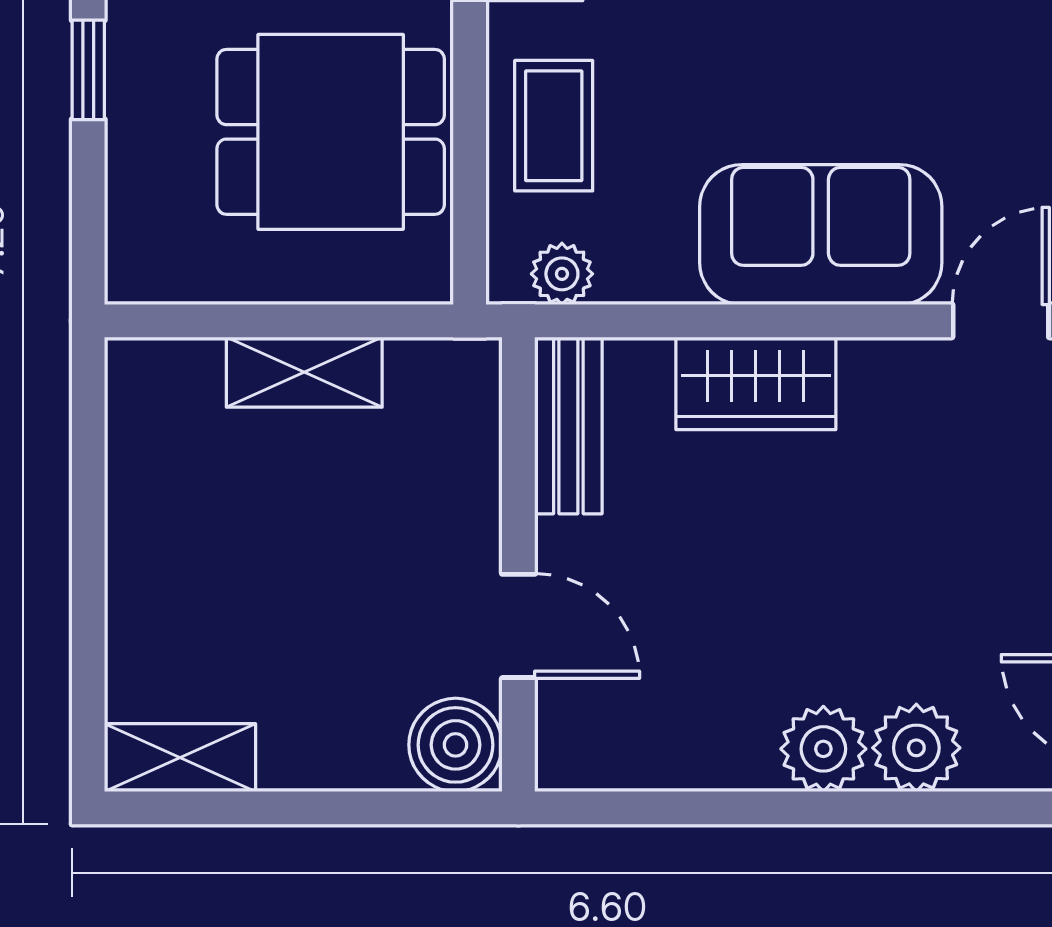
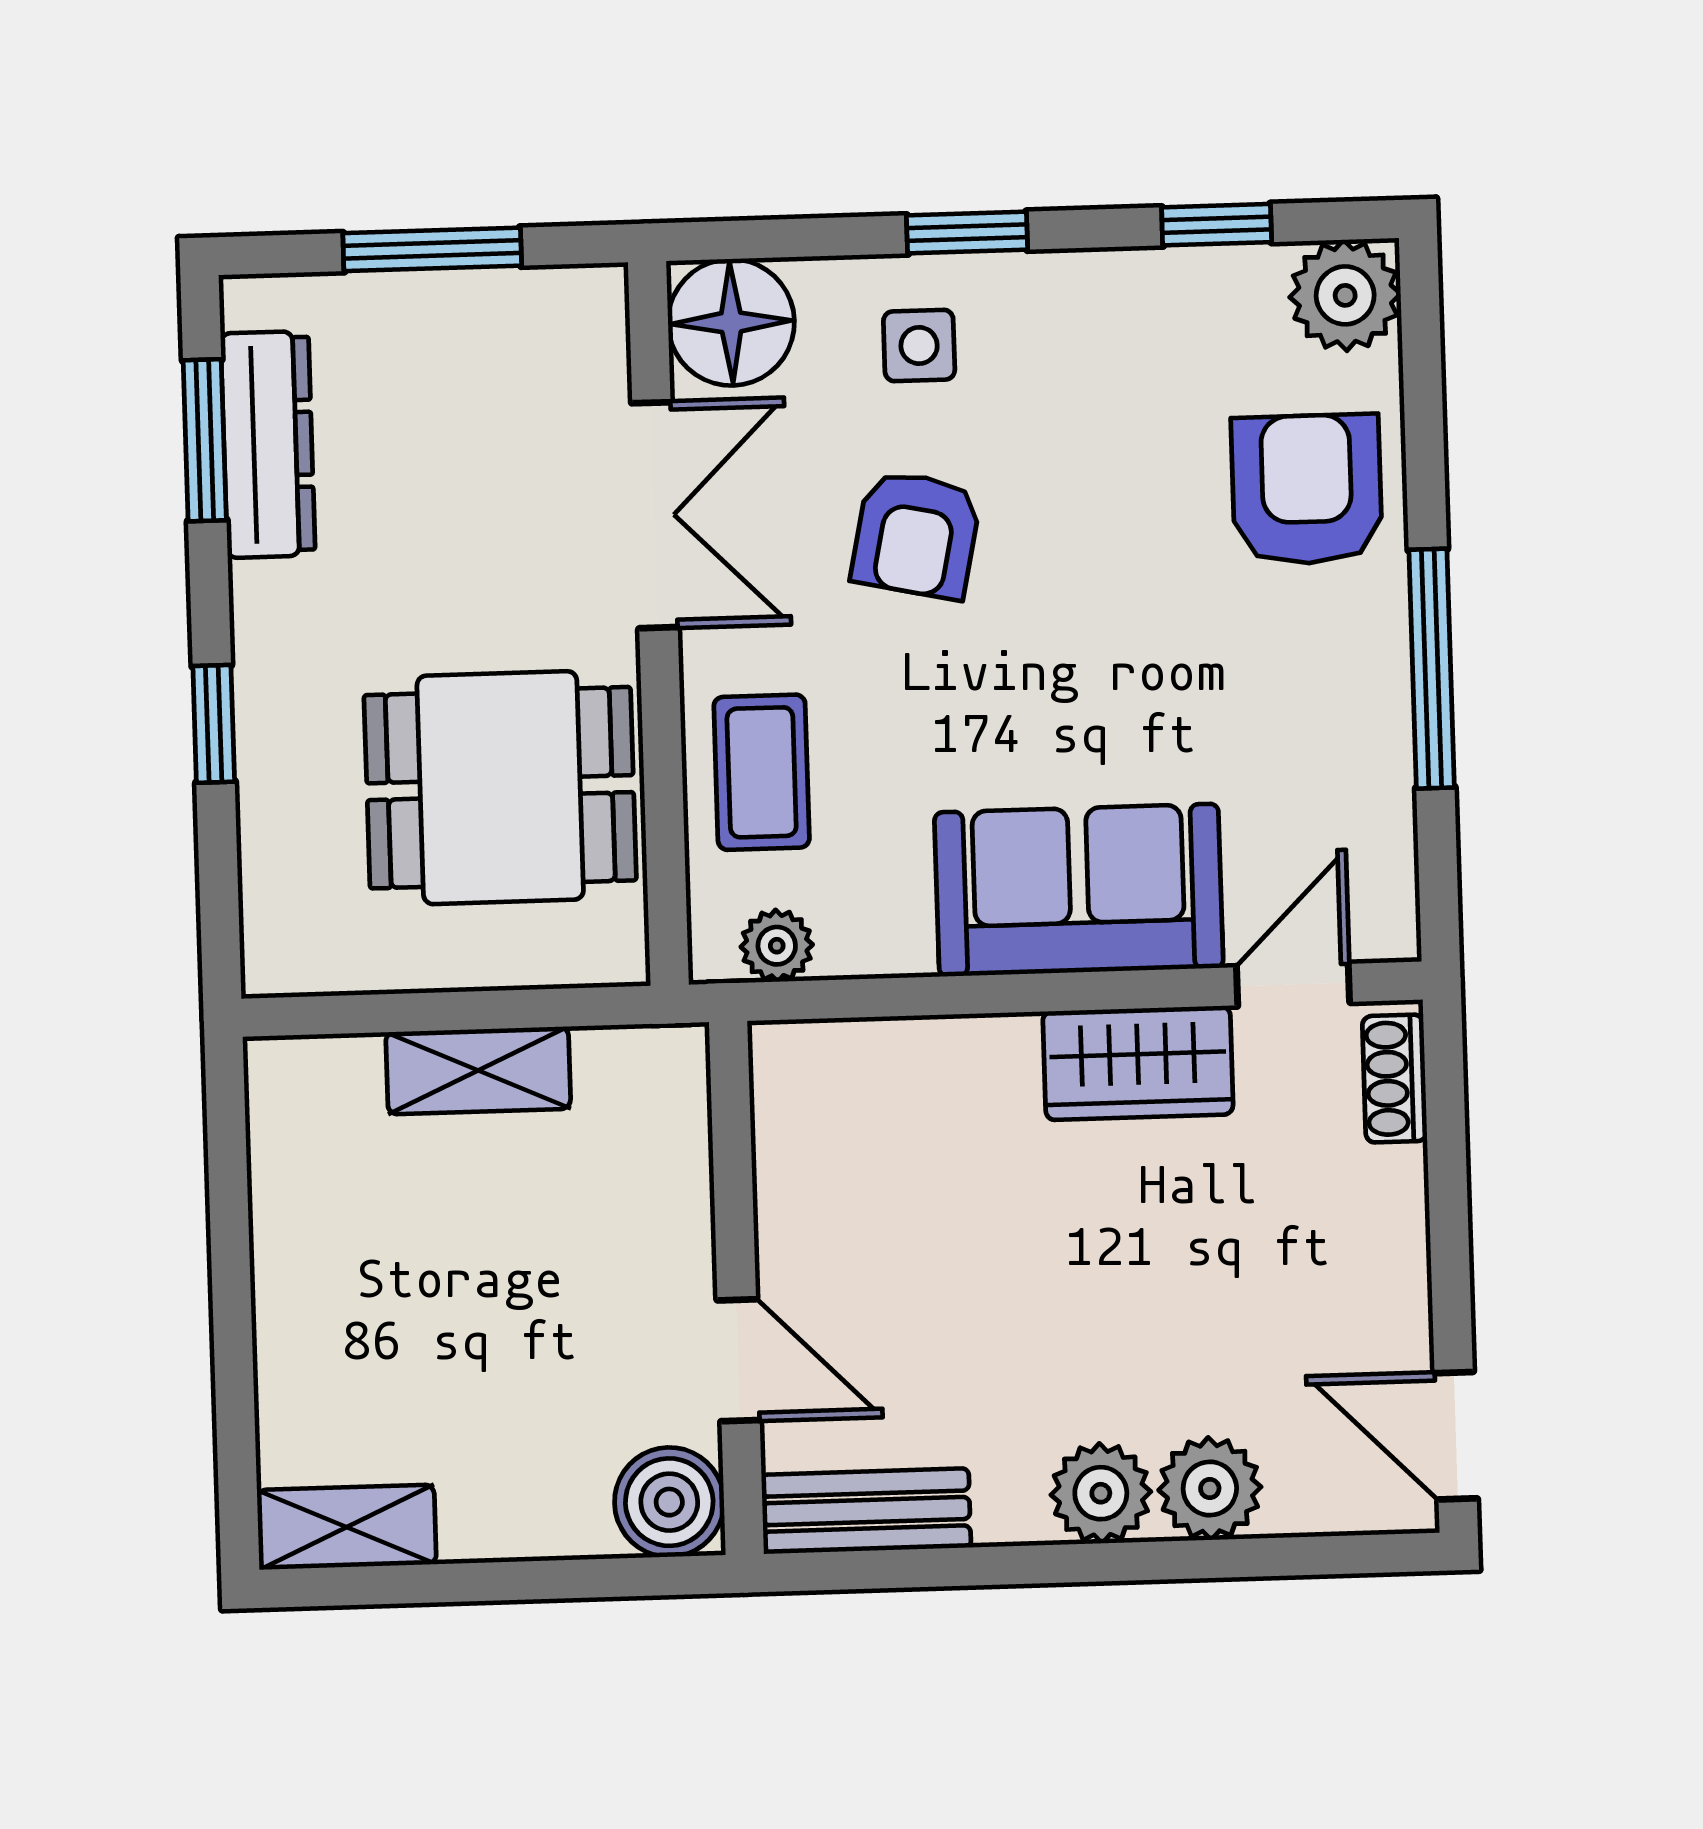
wardrobe: (756, 383) -> (1138, 1063), moved
bench: (568, 425) -> (866, 1511), moved, turned 90

